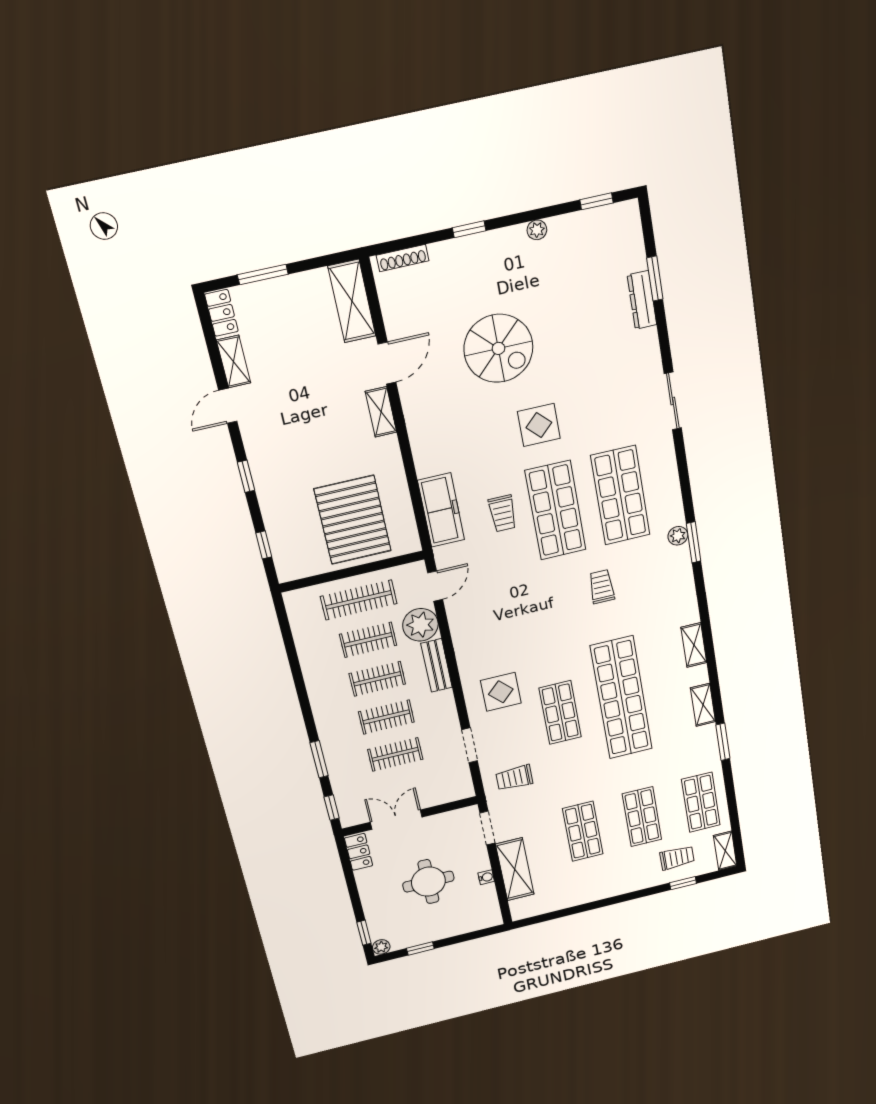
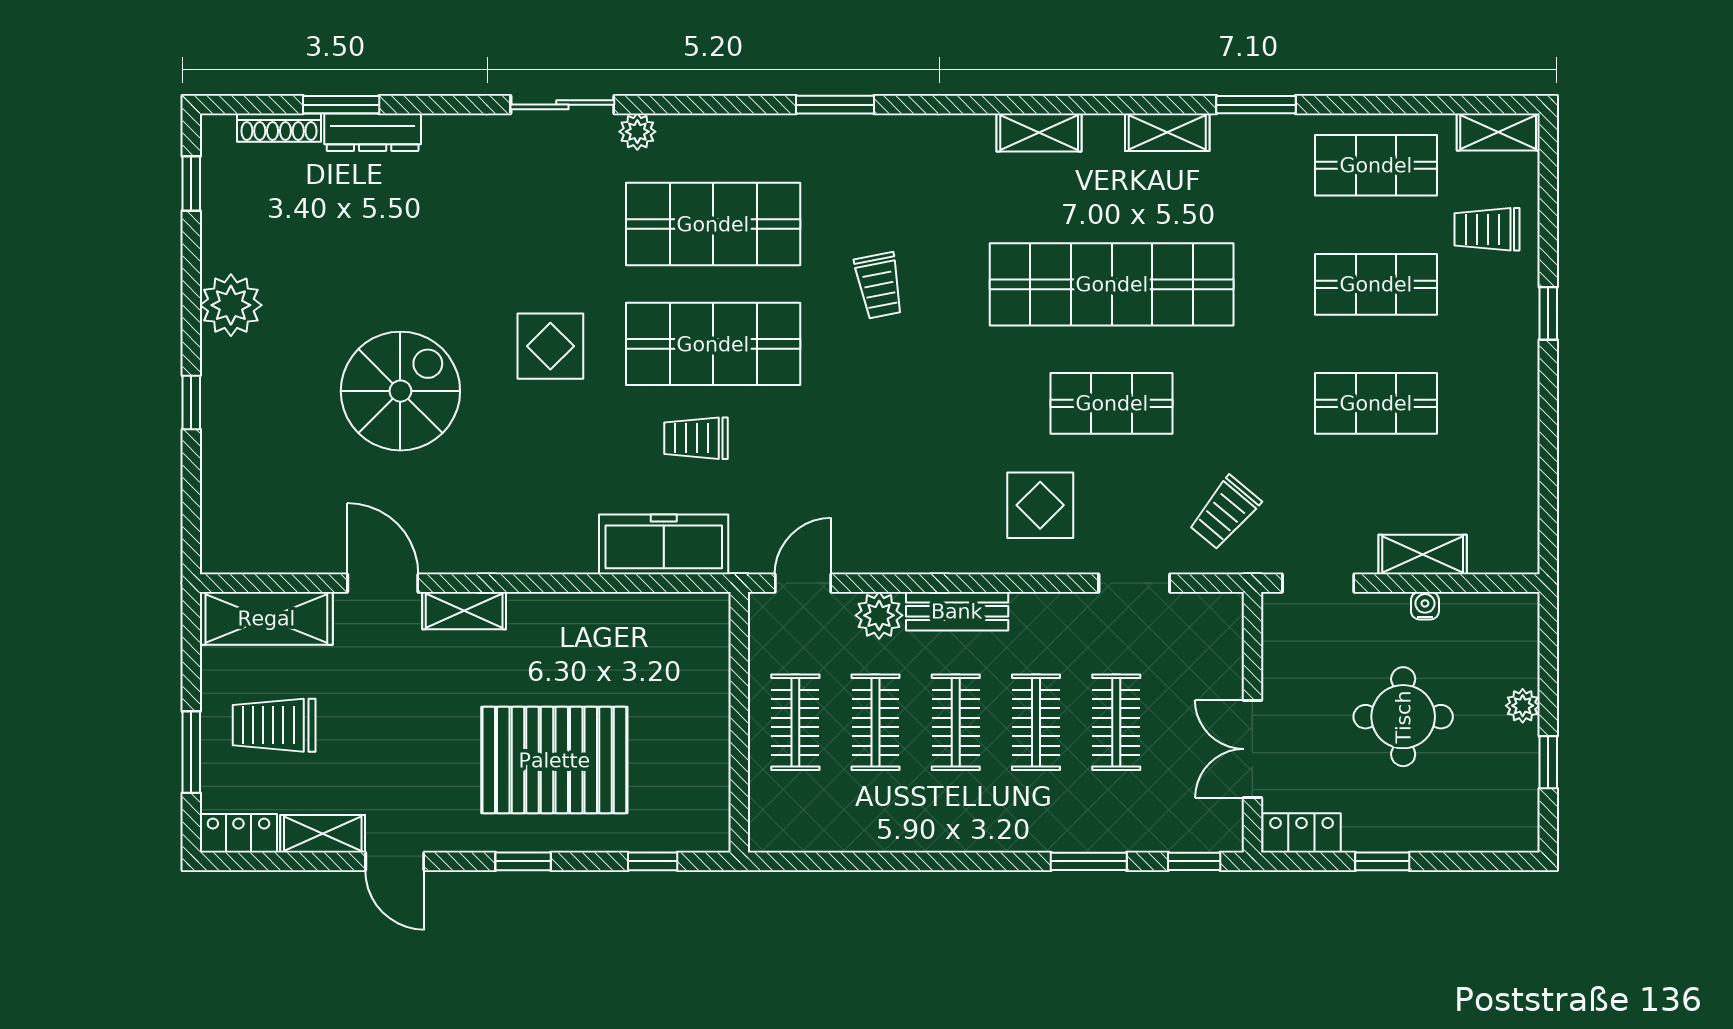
plant: (537, 230) -> (231, 305), width x1.87, depth x1.87
shoe rack: (403, 258) -> (279, 128), moved, turned 90
trolley: (290, 319) -> (274, 725), added
trolley: (503, 513) -> (696, 438), turned 180
pallet: (353, 520) -> (554, 760), moved
plant: (678, 536) -> (637, 132), moved
door: (435, 586) -> (803, 583), hinge flipped
trolley: (602, 587) -> (879, 285), turned -101
clothes rail: (359, 600) -> (795, 722), width x0.73
plant: (420, 625) -> (879, 615), width x0.73, depth x0.73
trolley: (514, 778) -> (1225, 513), turned 40
trolley: (677, 858) -> (1487, 229), turned -90
shelving: (515, 869) -> (1423, 555), width x0.67, depth x0.75
window: (683, 883) -> (1548, 313), moved
window: (364, 933) -> (1382, 861), moved
plant: (381, 947) -> (1523, 706), moved

